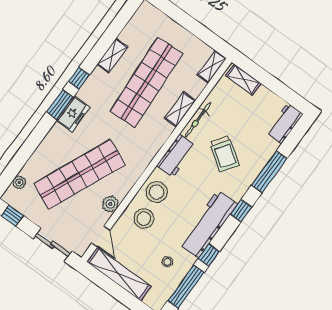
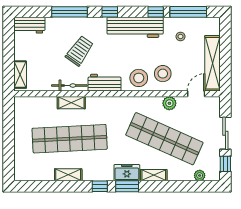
shelving: (212, 67) -> (154, 175), moved
sliding door: (53, 245) -> (225, 133), moved

